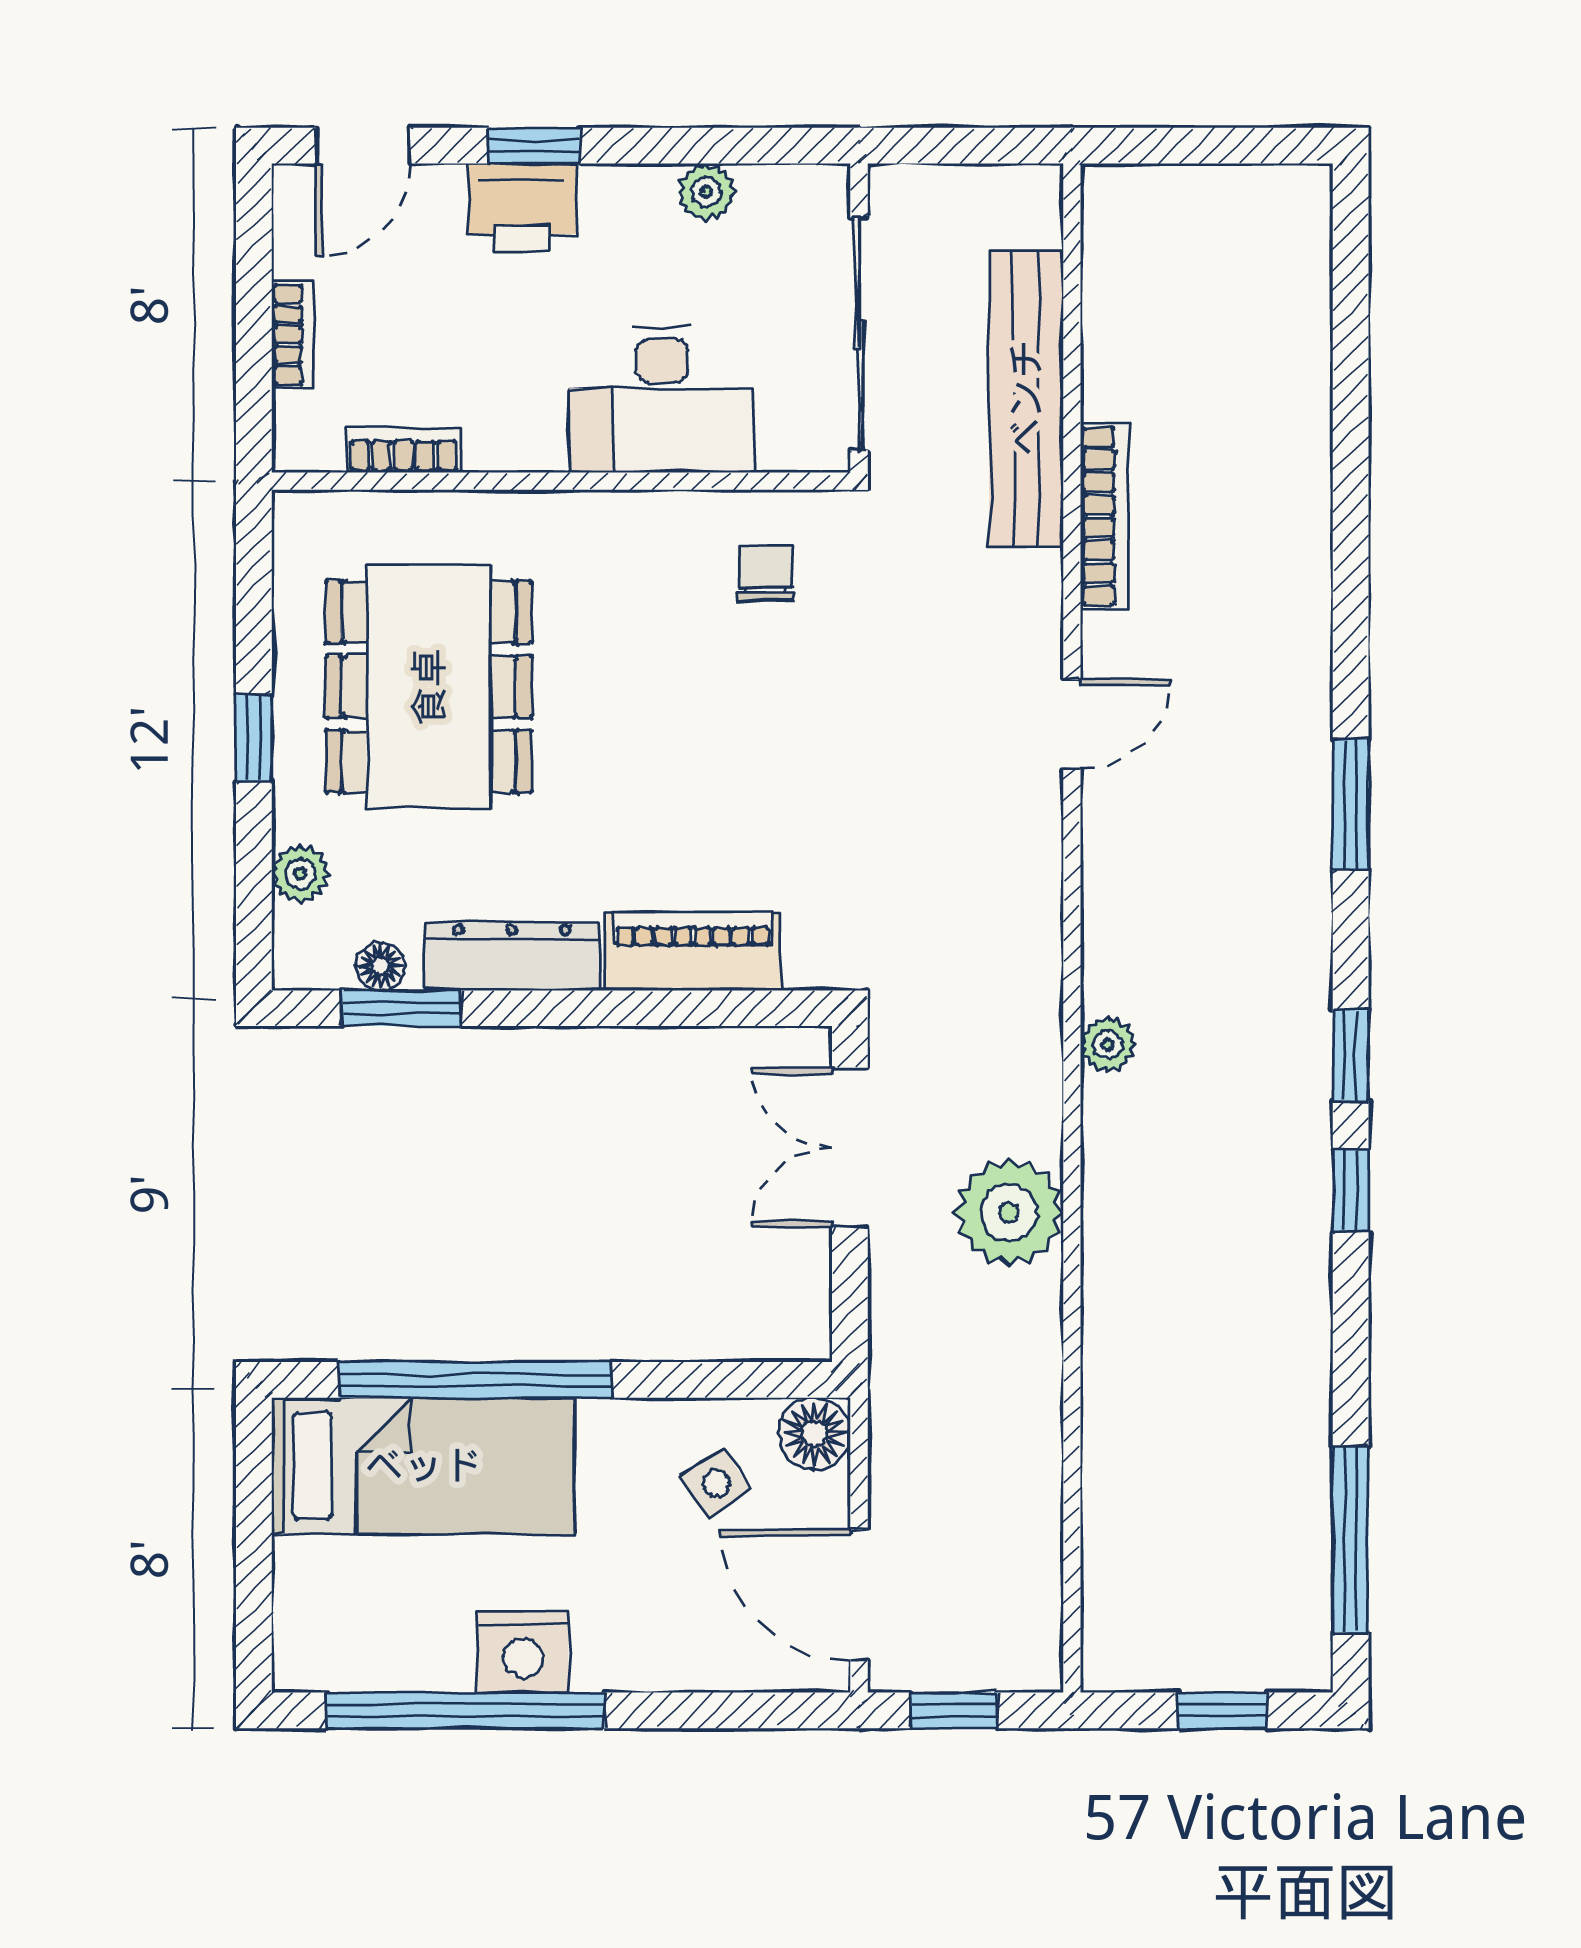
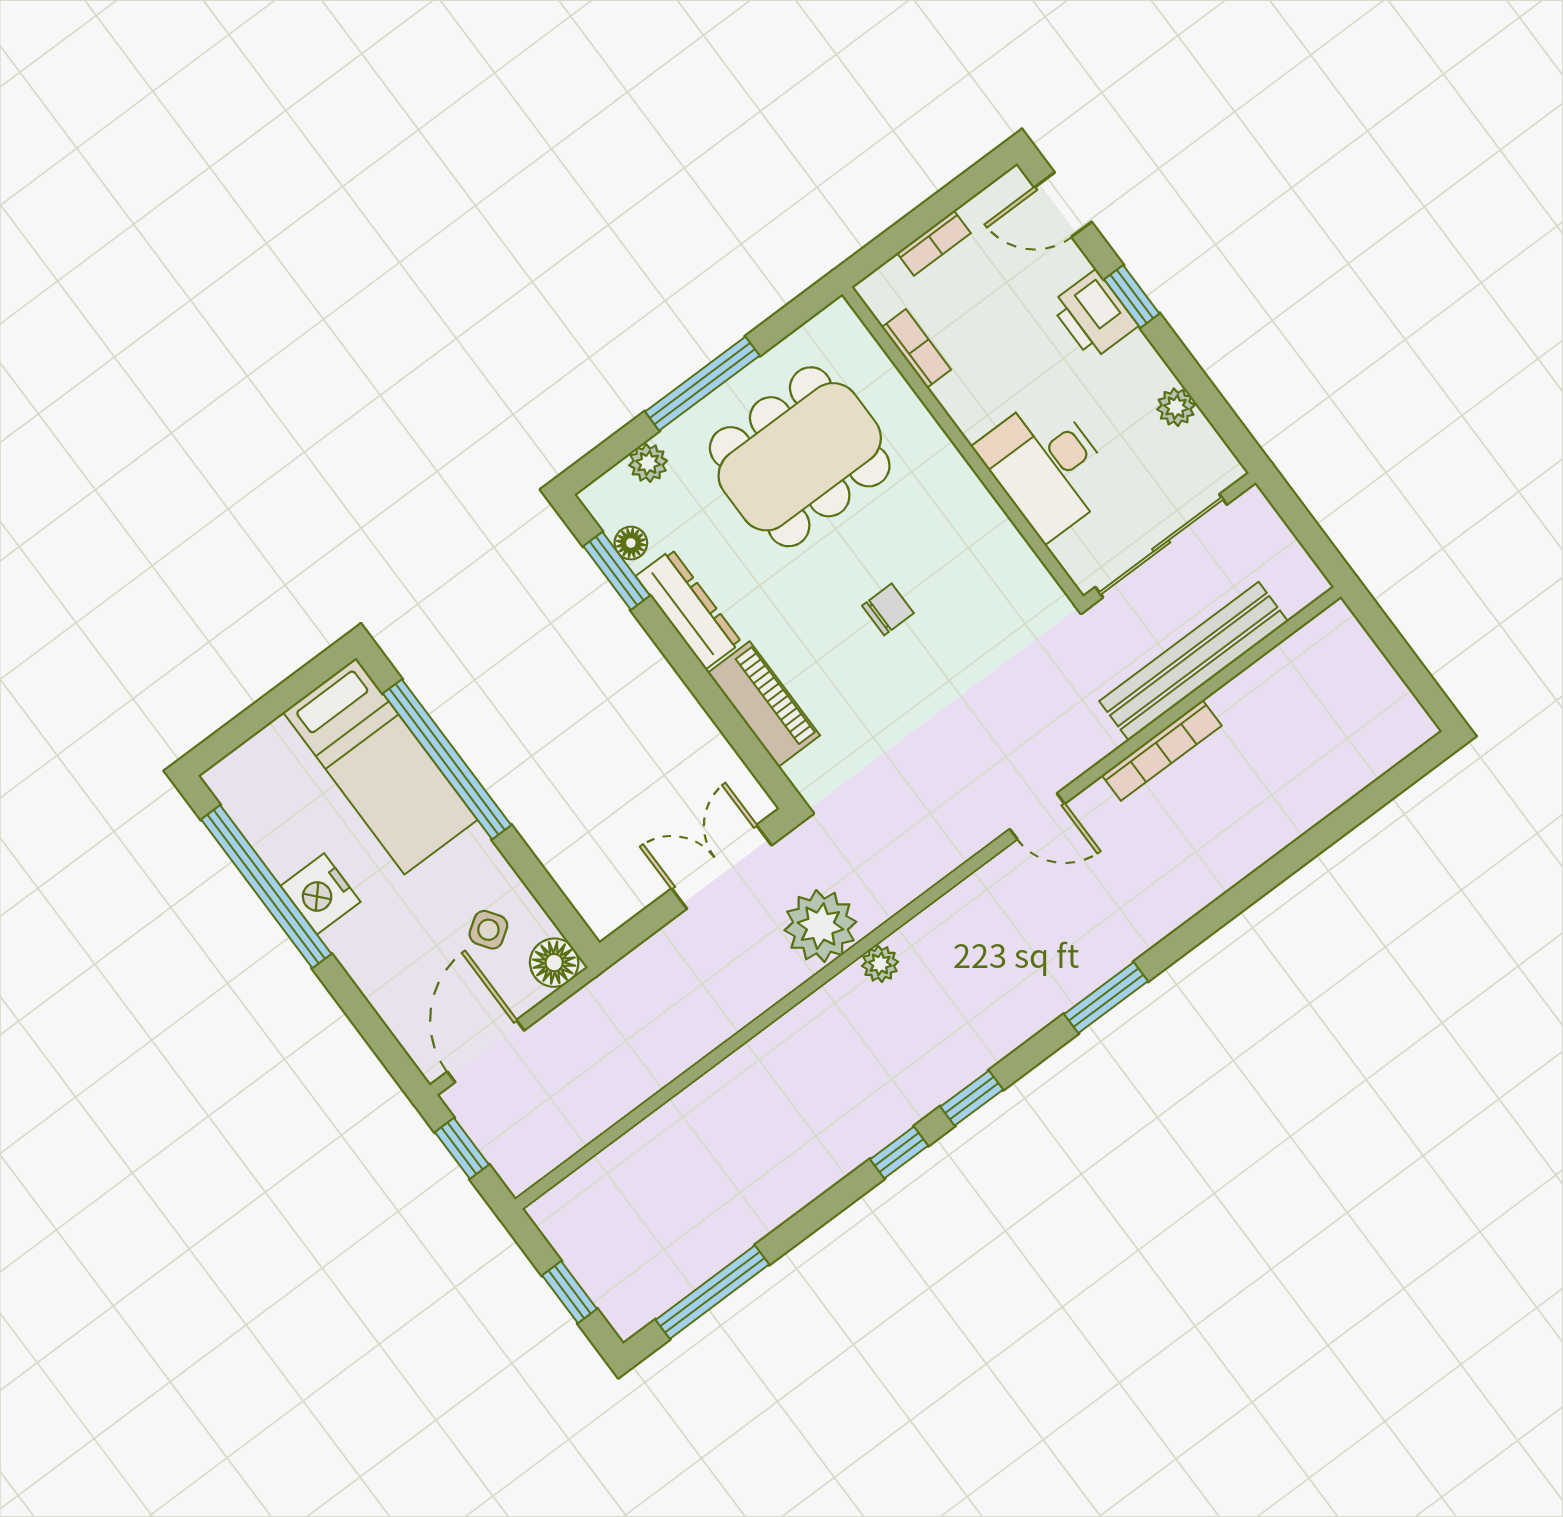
chair: (765, 574) -> (888, 609), moved
window: (254, 738) -> (702, 384), width x2.17
plant: (1009, 1212) -> (820, 926), moved

